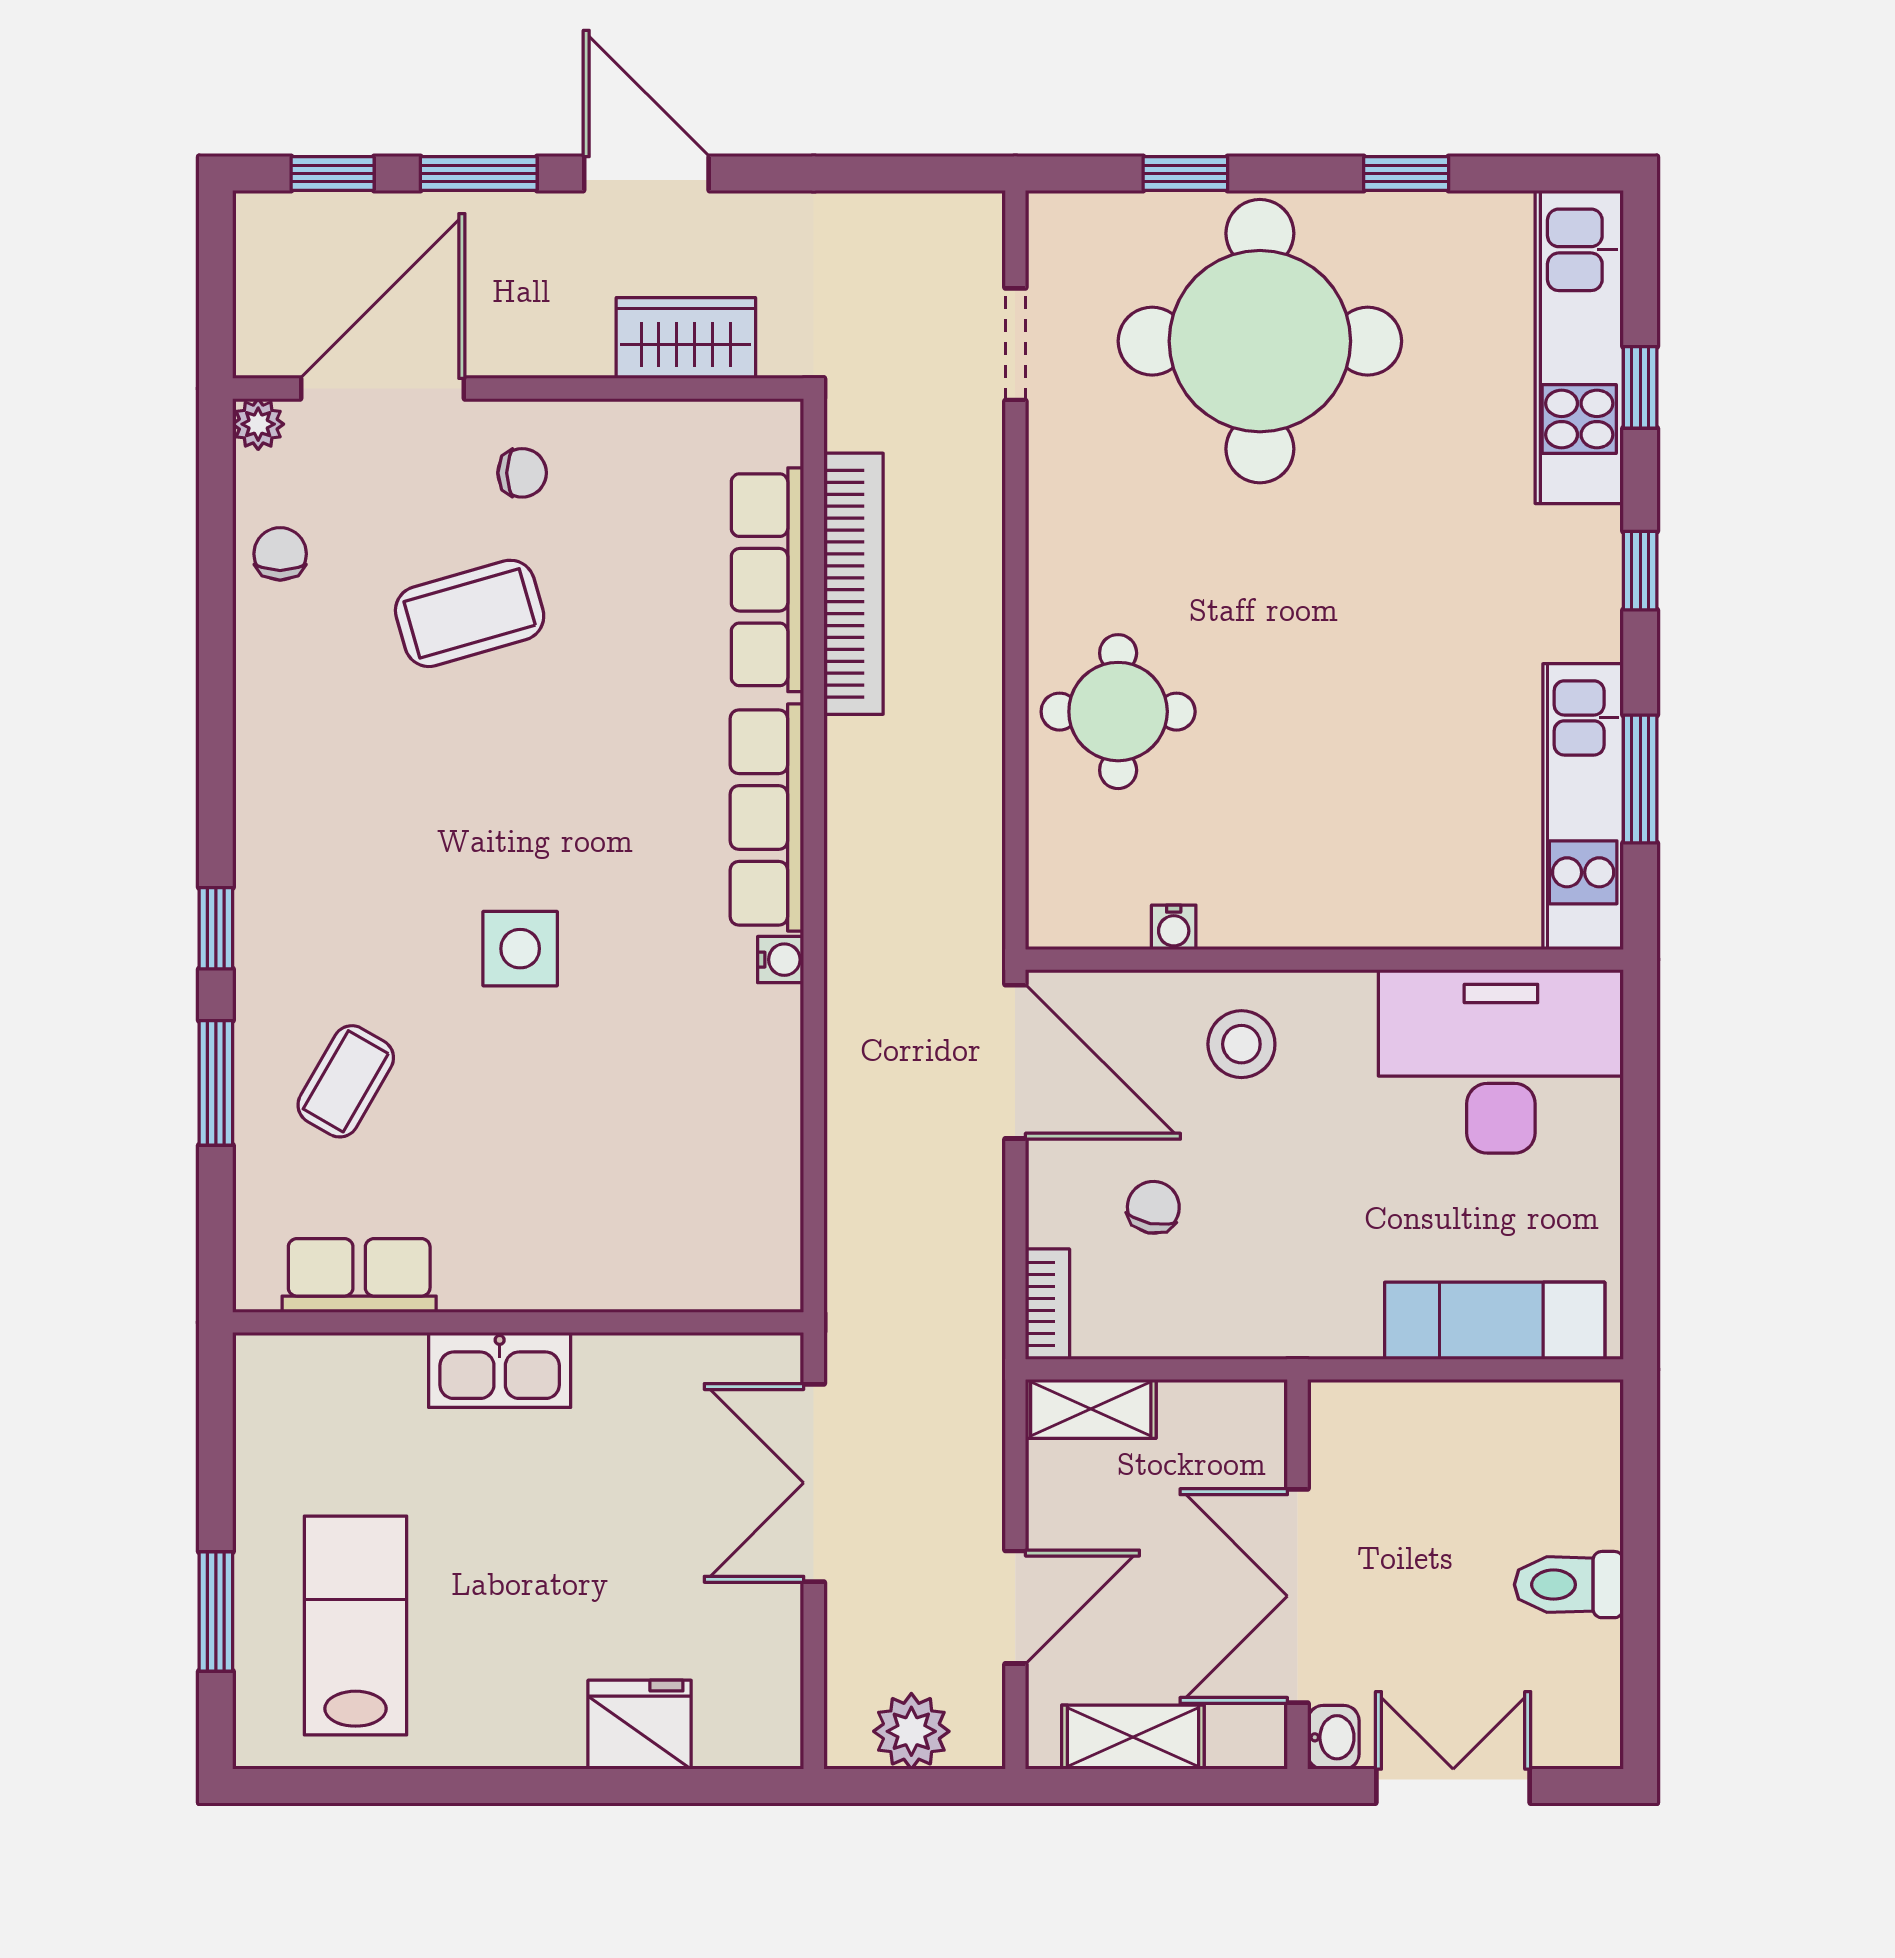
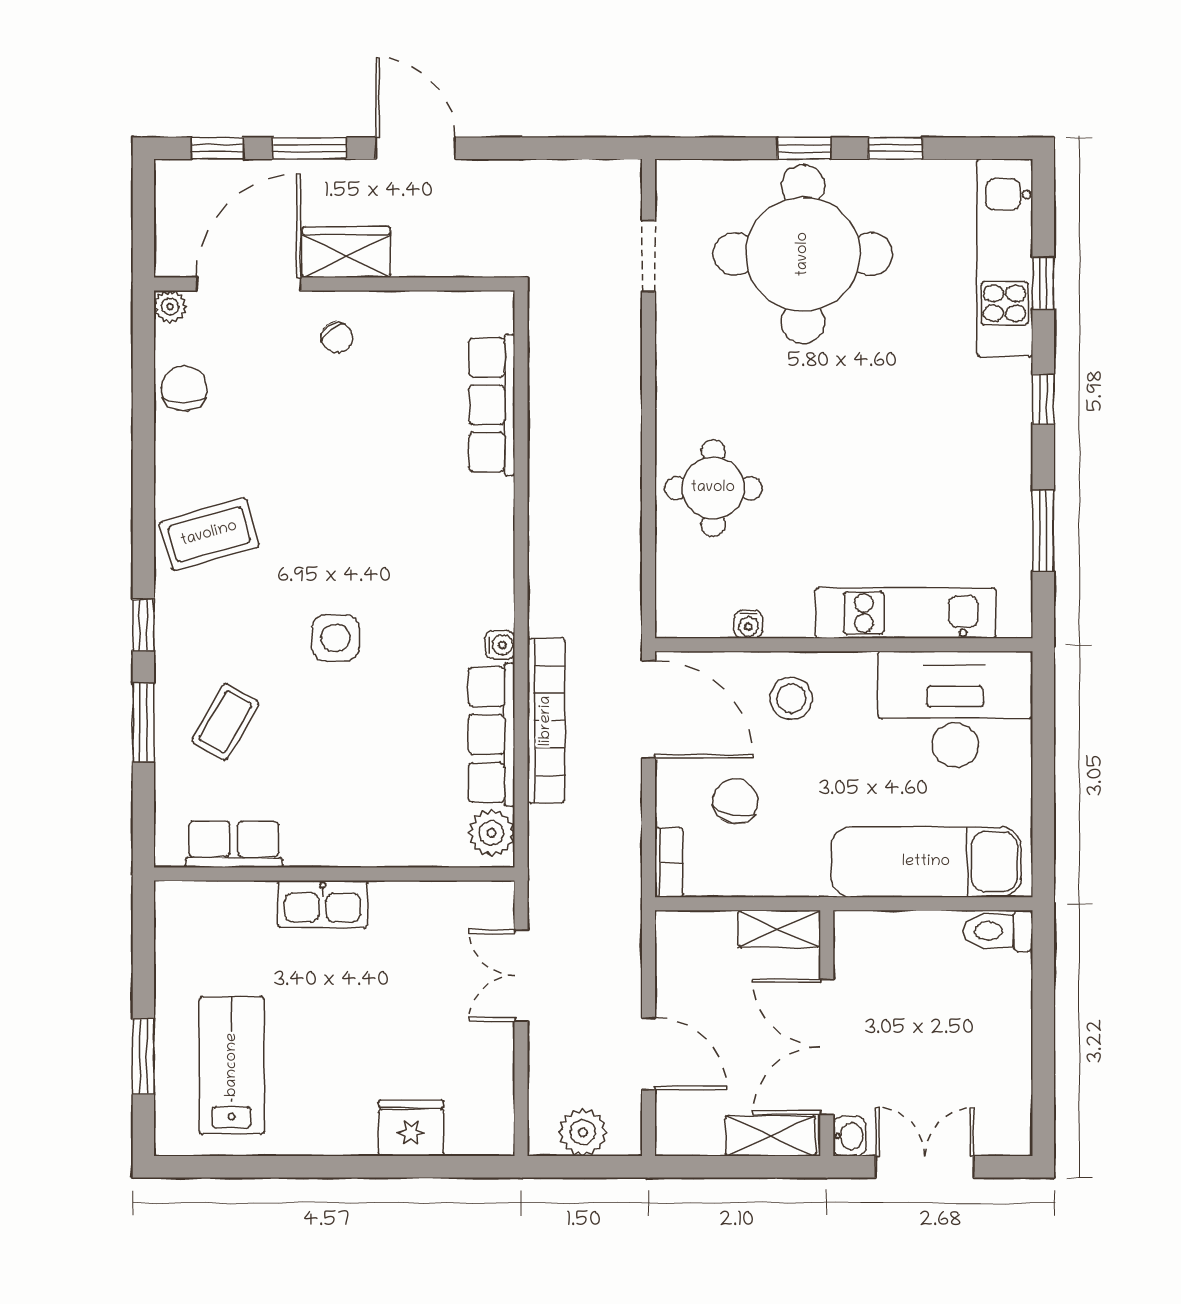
window: (1185, 173) -> (804, 148), moved
wardrobe: (686, 338) -> (346, 252), moved
chair: (522, 473) -> (337, 337), turned 53
chair: (280, 554) -> (184, 388), width x1.37, depth x1.37
bookcase: (854, 584) -> (546, 721), moved
coffee table: (470, 613) -> (209, 534), moved
kitchen unit: (1583, 807) -> (905, 613), moved, turned 90
row of seats: (767, 818) -> (492, 735), moved
chair: (1153, 1207) -> (736, 801), width x1.37, depth x1.37
plant: (767, 1257) -> (492, 833), added
exam couch: (1495, 1321) -> (926, 862), width x1.36, depth x1.45
shelving: (1091, 1409) -> (779, 929), moved
double door: (814, 1483) -> (521, 975), width x0.73
toilet: (1569, 1585) -> (998, 931), moved
door: (1015, 1607) -> (648, 1054), hinge flipped
shelving: (1133, 1737) -> (770, 1136), moved

